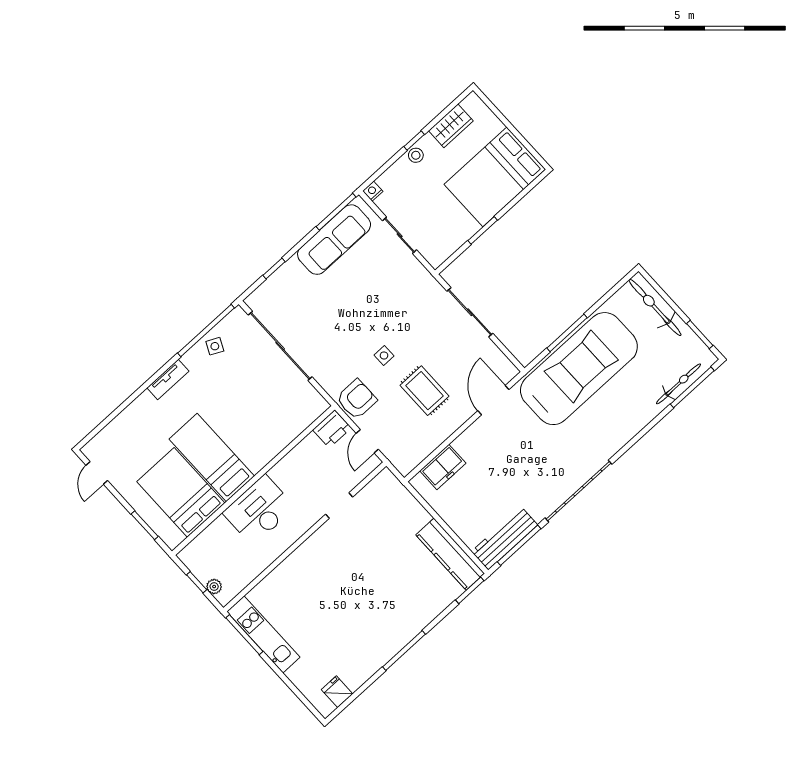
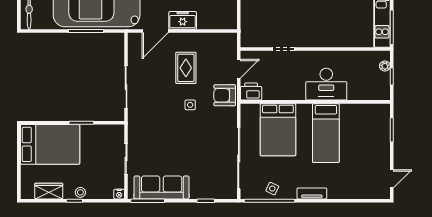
freezer: (443, 467) -> (183, 20), moved
bed: (181, 492) -> (278, 130), moved

